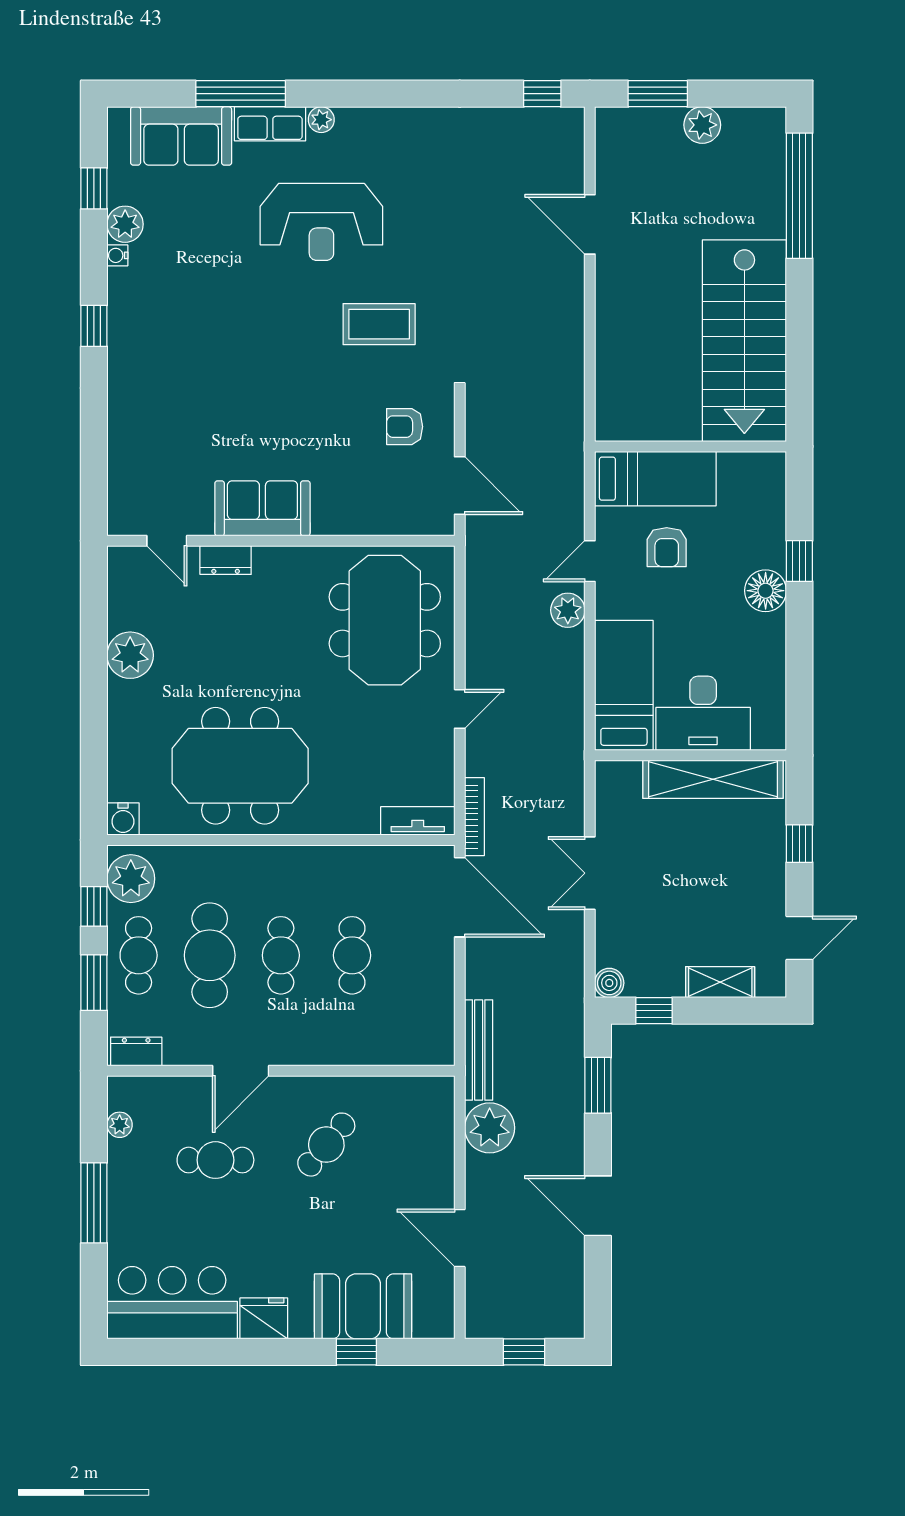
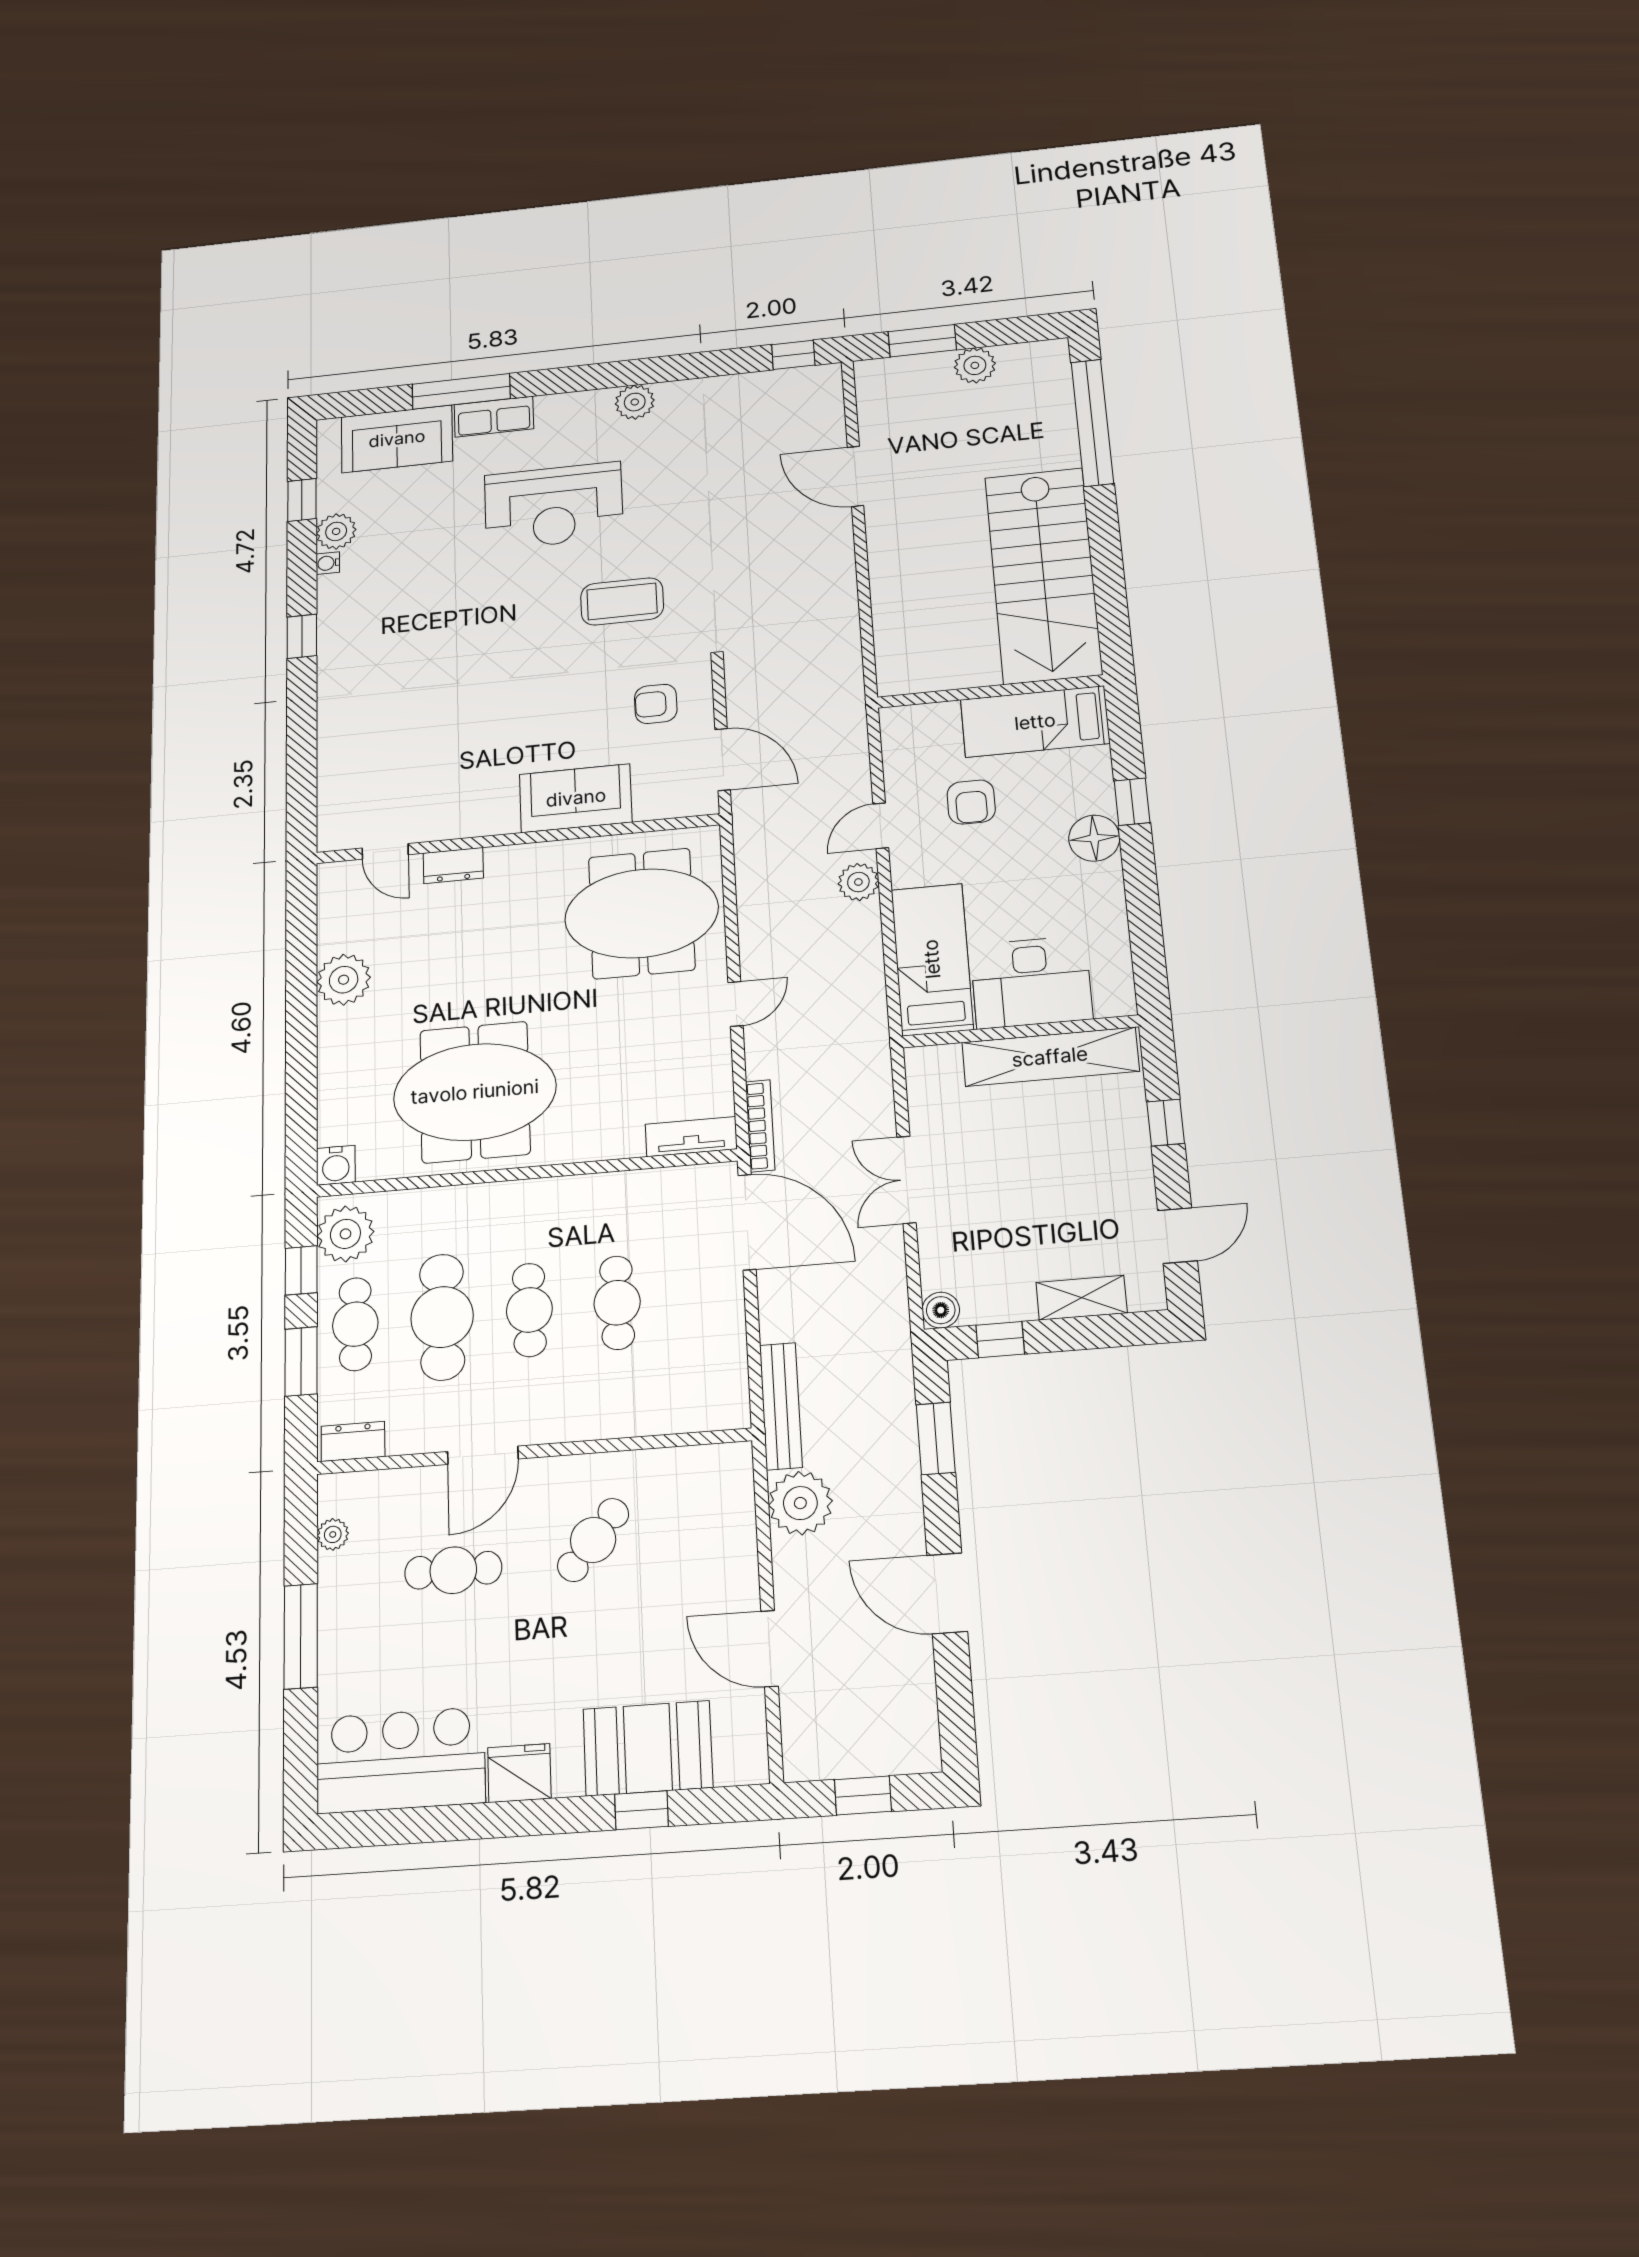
plant: (321, 120) -> (635, 402), moved, width x1.38, depth x1.38
bed: (655, 479) -> (1035, 722), moved, turned 180
sofa: (262, 508) -> (576, 798), moved
meeting table: (385, 620) -> (642, 913), turned 90

